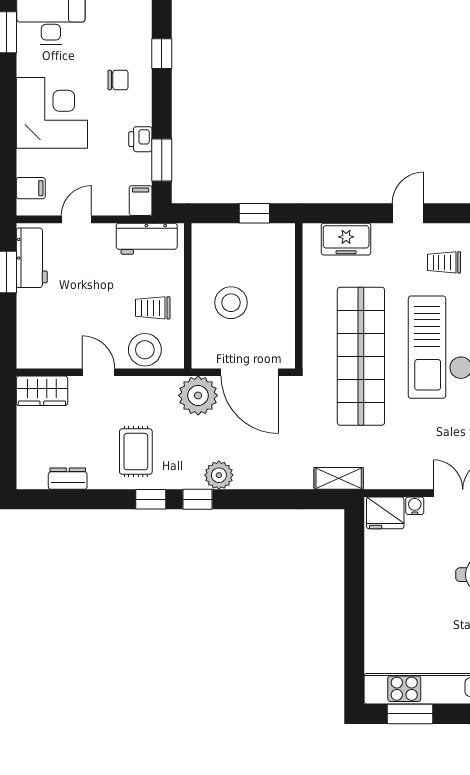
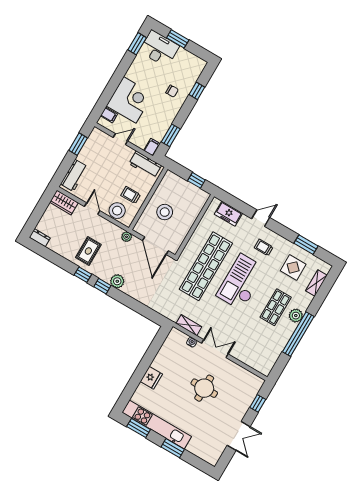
corner desk: (52, 113) -> (130, 100), moved
printer: (140, 139) -> (167, 121), removed
workbench: (32, 258) -> (74, 175), moved
plant: (198, 395) -> (127, 237), width x0.53, depth x0.53
shelving: (339, 478) -> (189, 325), moved
dresser: (68, 479) -> (40, 238), moved
fridge: (385, 513) -> (151, 378), moved, turned -90

